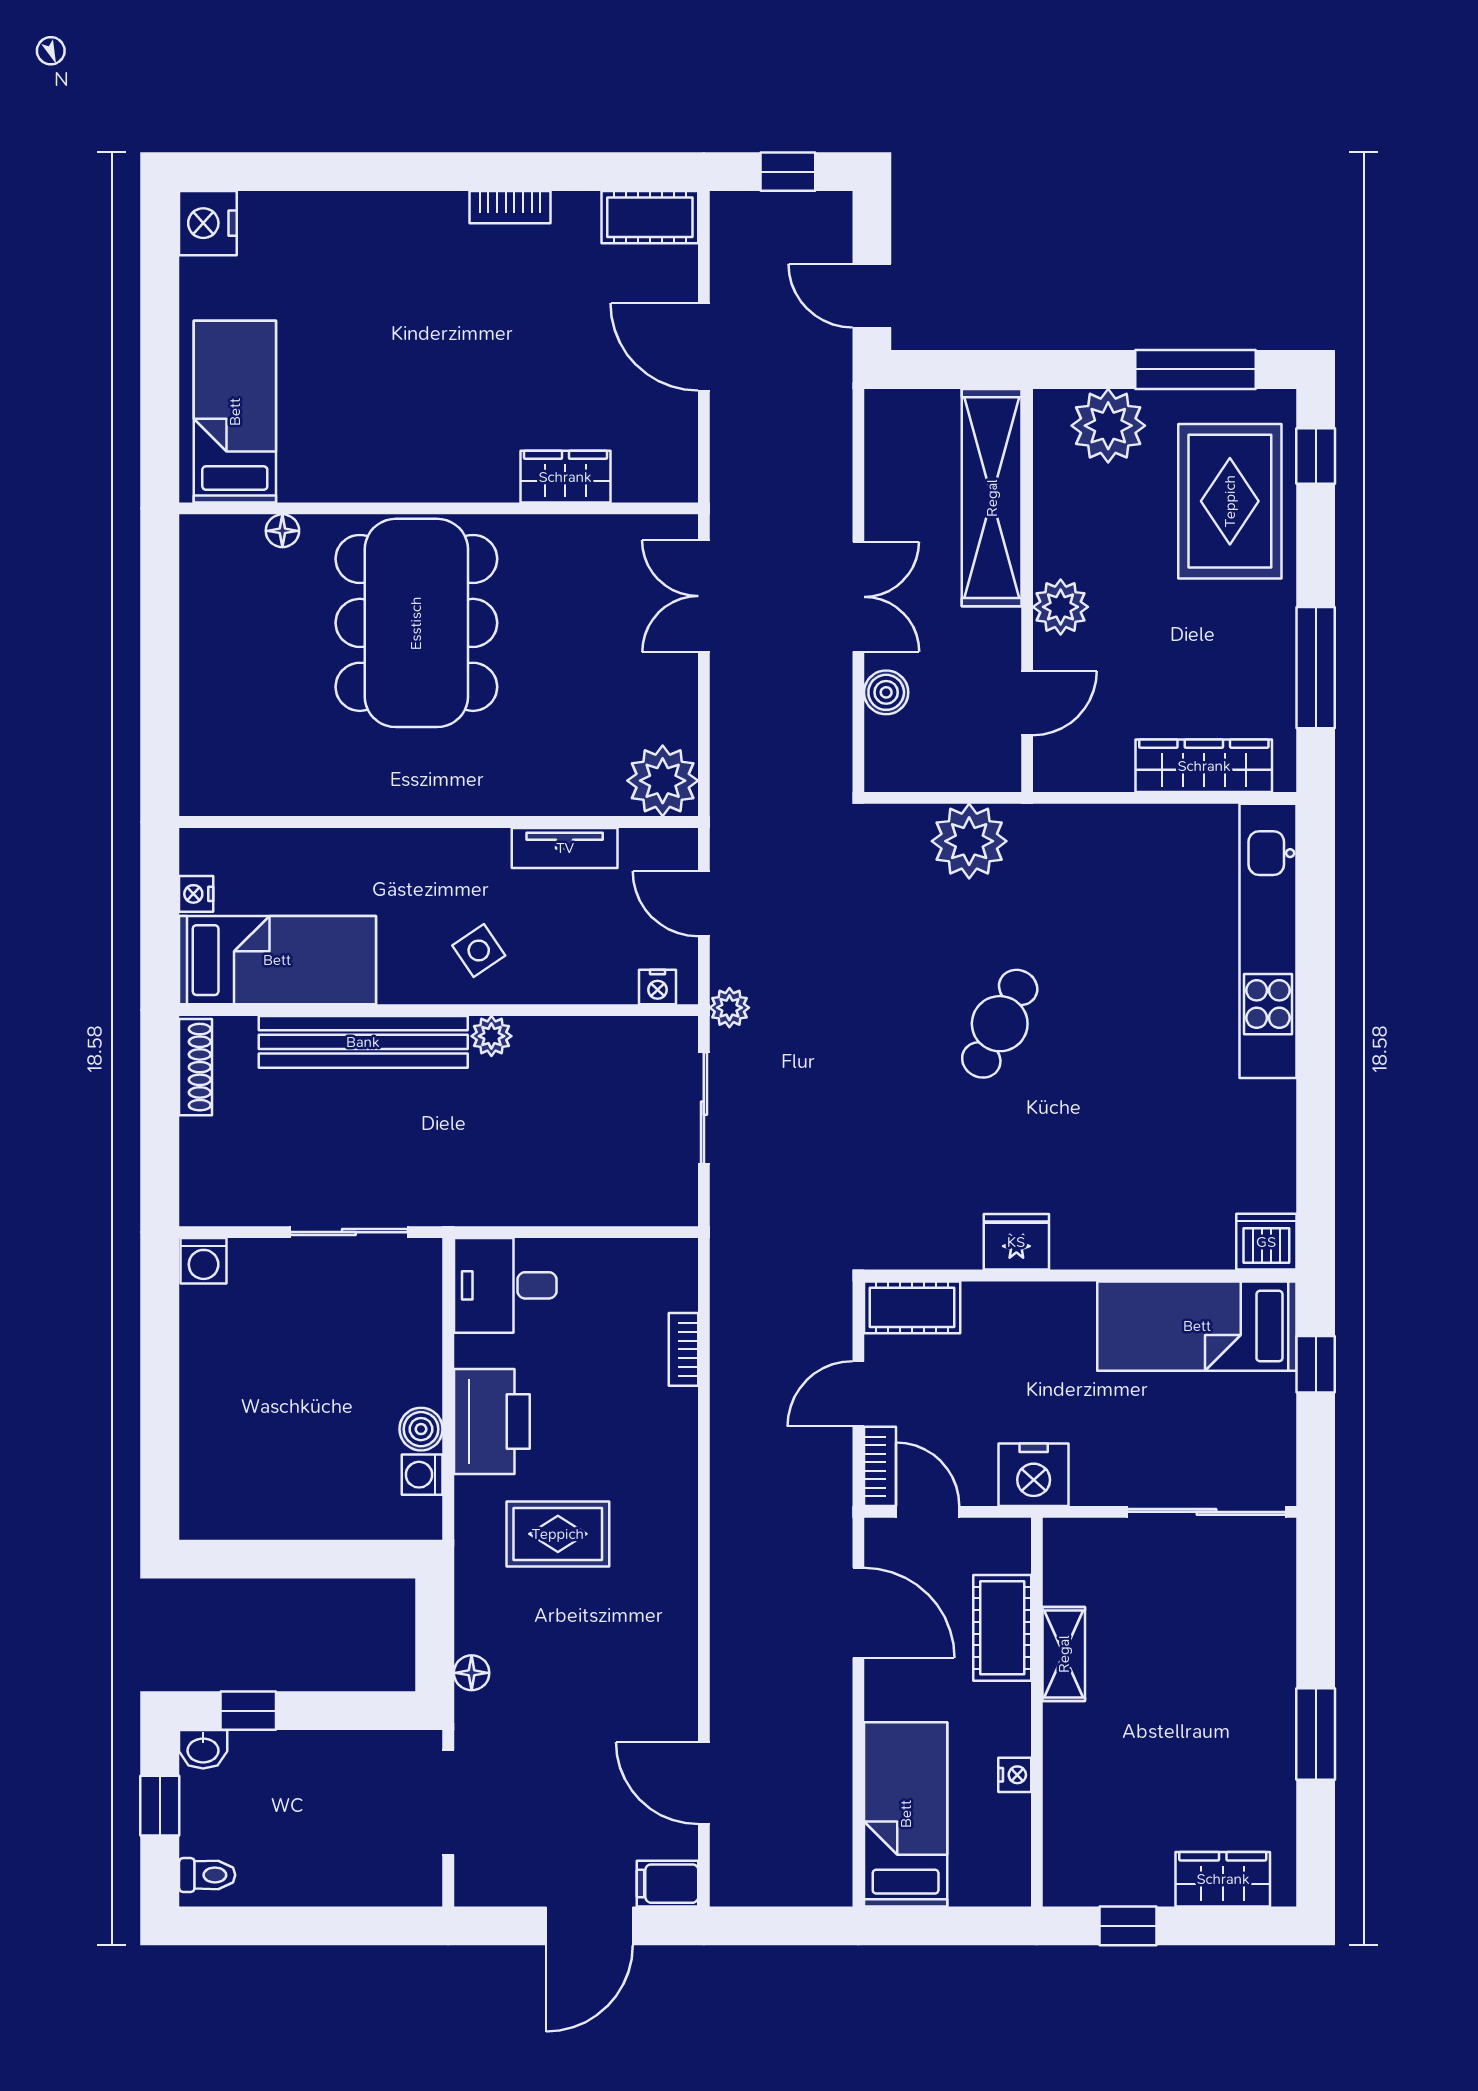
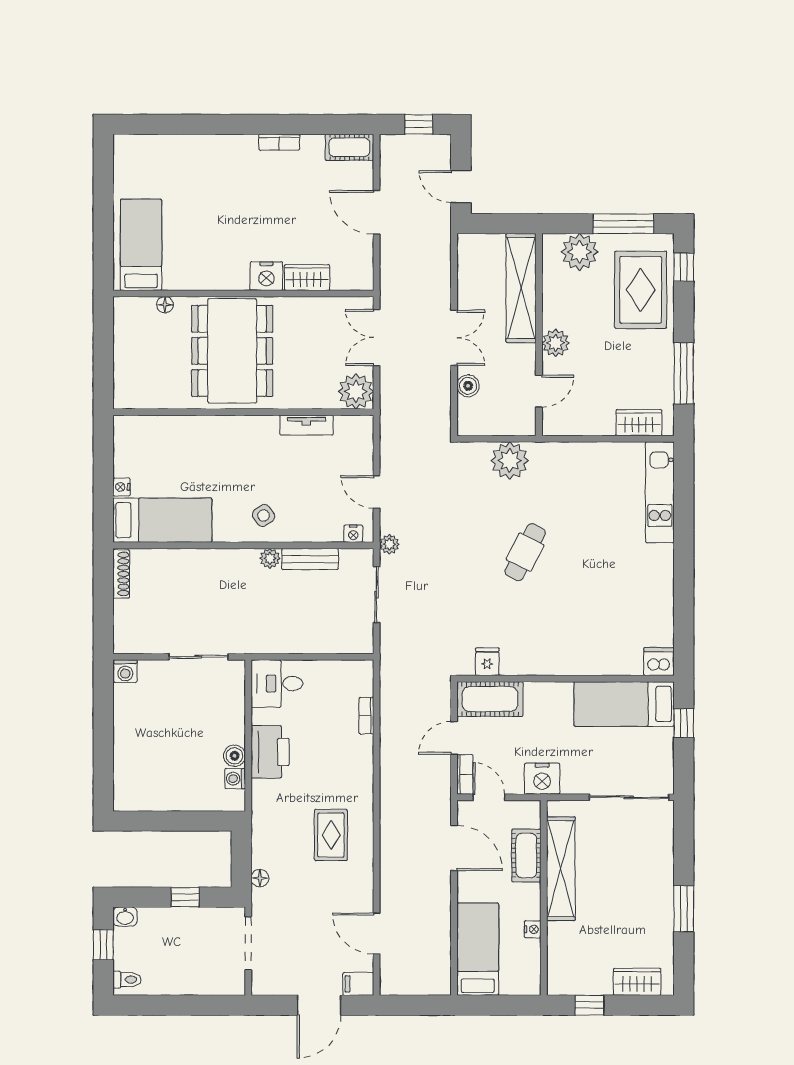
nightstand: (208, 223) -> (266, 276), moved, turned -90
wardrobe: (1204, 766) -> (639, 423), width x0.67
plant: (663, 781) -> (356, 391), moved
wall: (439, 822) -> (243, 412), moved
tv unit: (565, 848) -> (307, 425), moved
kitchen unit: (1268, 941) -> (660, 492), width x0.73
bench: (363, 1042) -> (310, 559), moved, width x0.54, depth x0.82
fridge: (1016, 1242) -> (487, 662), moved, width x0.72
cot: (912, 1307) -> (490, 699), width x1.37, depth x1.34
rug: (558, 1534) -> (331, 835), moved, turned 90
shelving: (1064, 1654) -> (561, 869), width x2.20, depth x1.33
window: (248, 1711) -> (185, 897), moved

